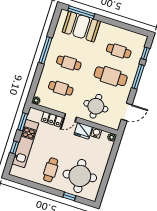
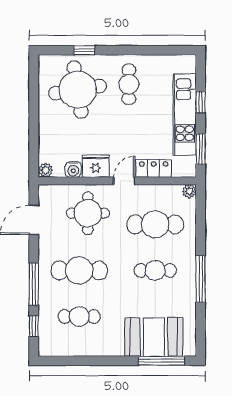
cafe table: (61, 88) -> (155, 224), width x1.37, depth x1.35

